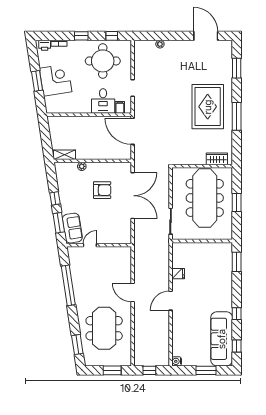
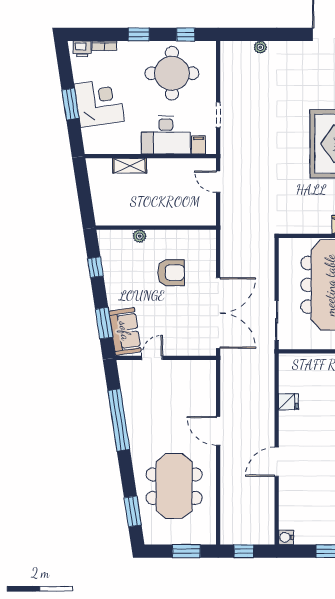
desk: (103, 101) -> (166, 135), width x1.37
door: (133, 131) -> (218, 182), width x0.53
shelving: (64, 155) -> (130, 166), moved
double door: (133, 196) -> (218, 313), moved
window: (55, 198) -> (95, 267), moved
door: (171, 301) -> (277, 462), moved

